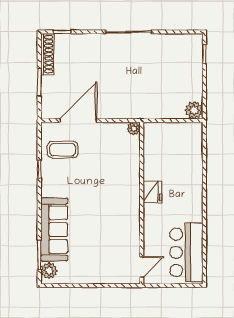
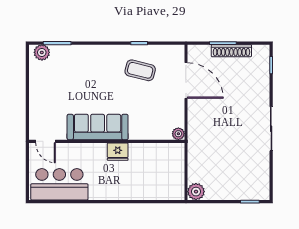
shoe rack: (47, 54) -> (231, 51), moved
coffee table: (63, 150) -> (140, 70), moved, turned -76
sofa: (54, 230) -> (98, 127), moved, turned 180

